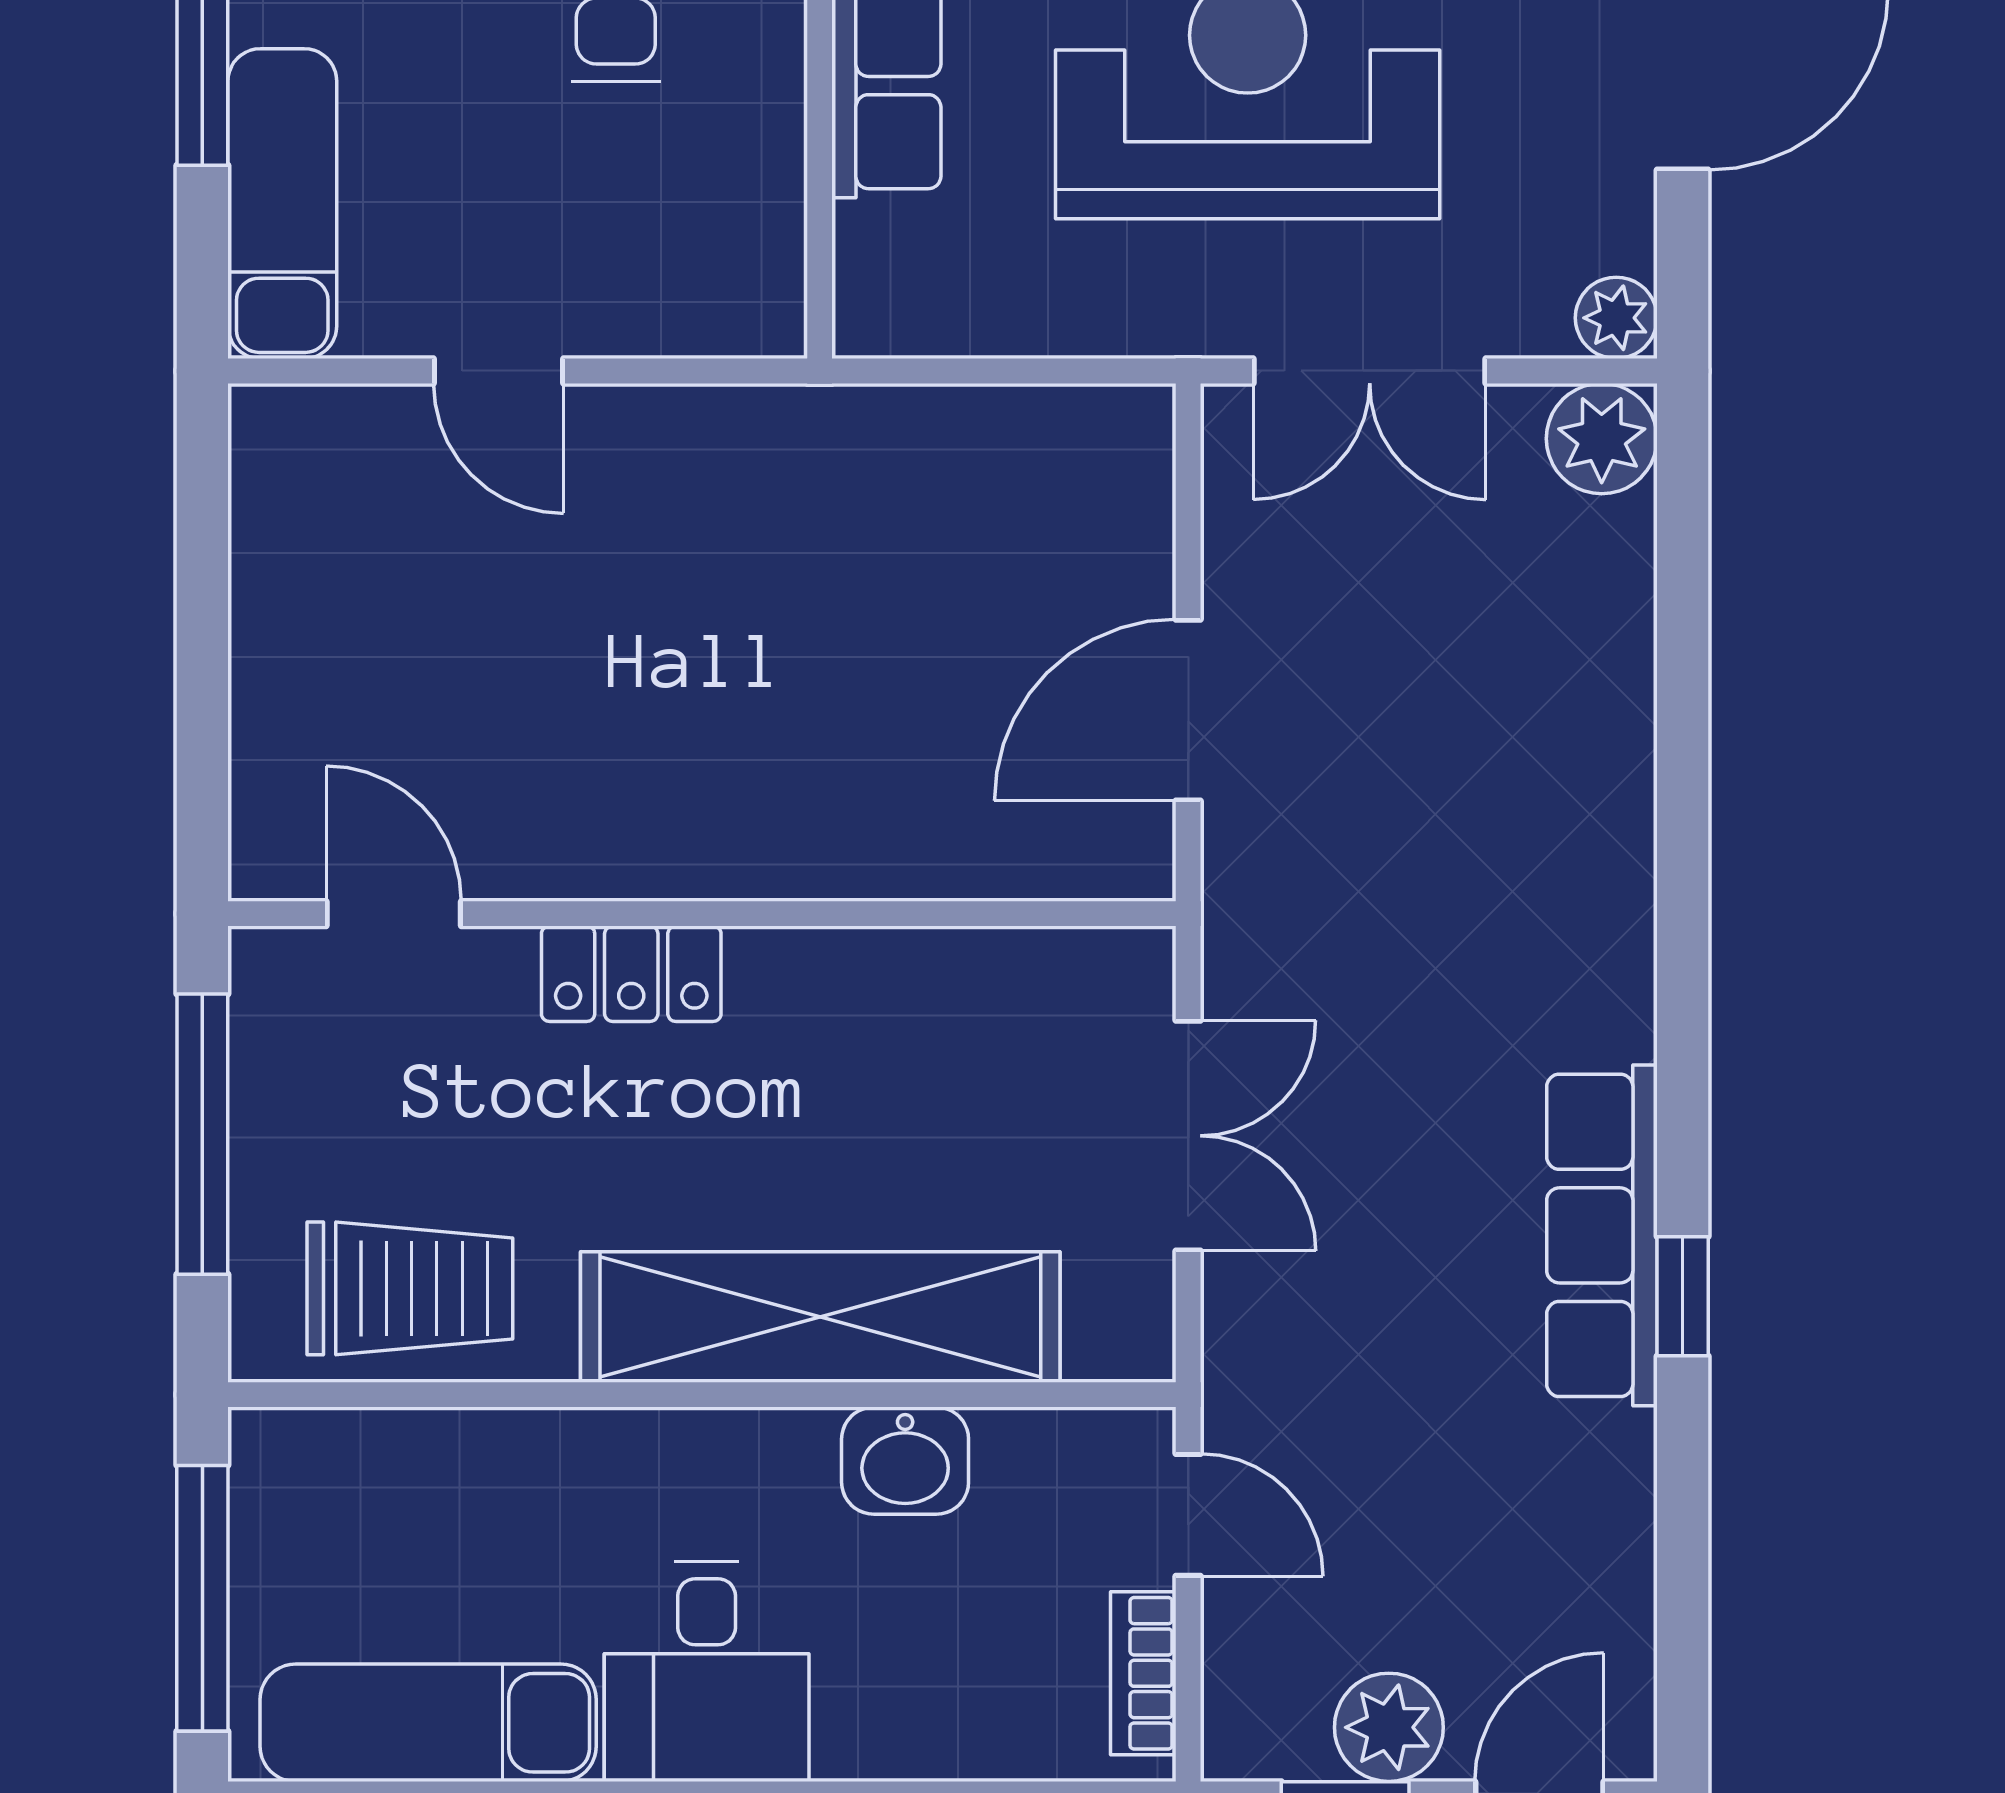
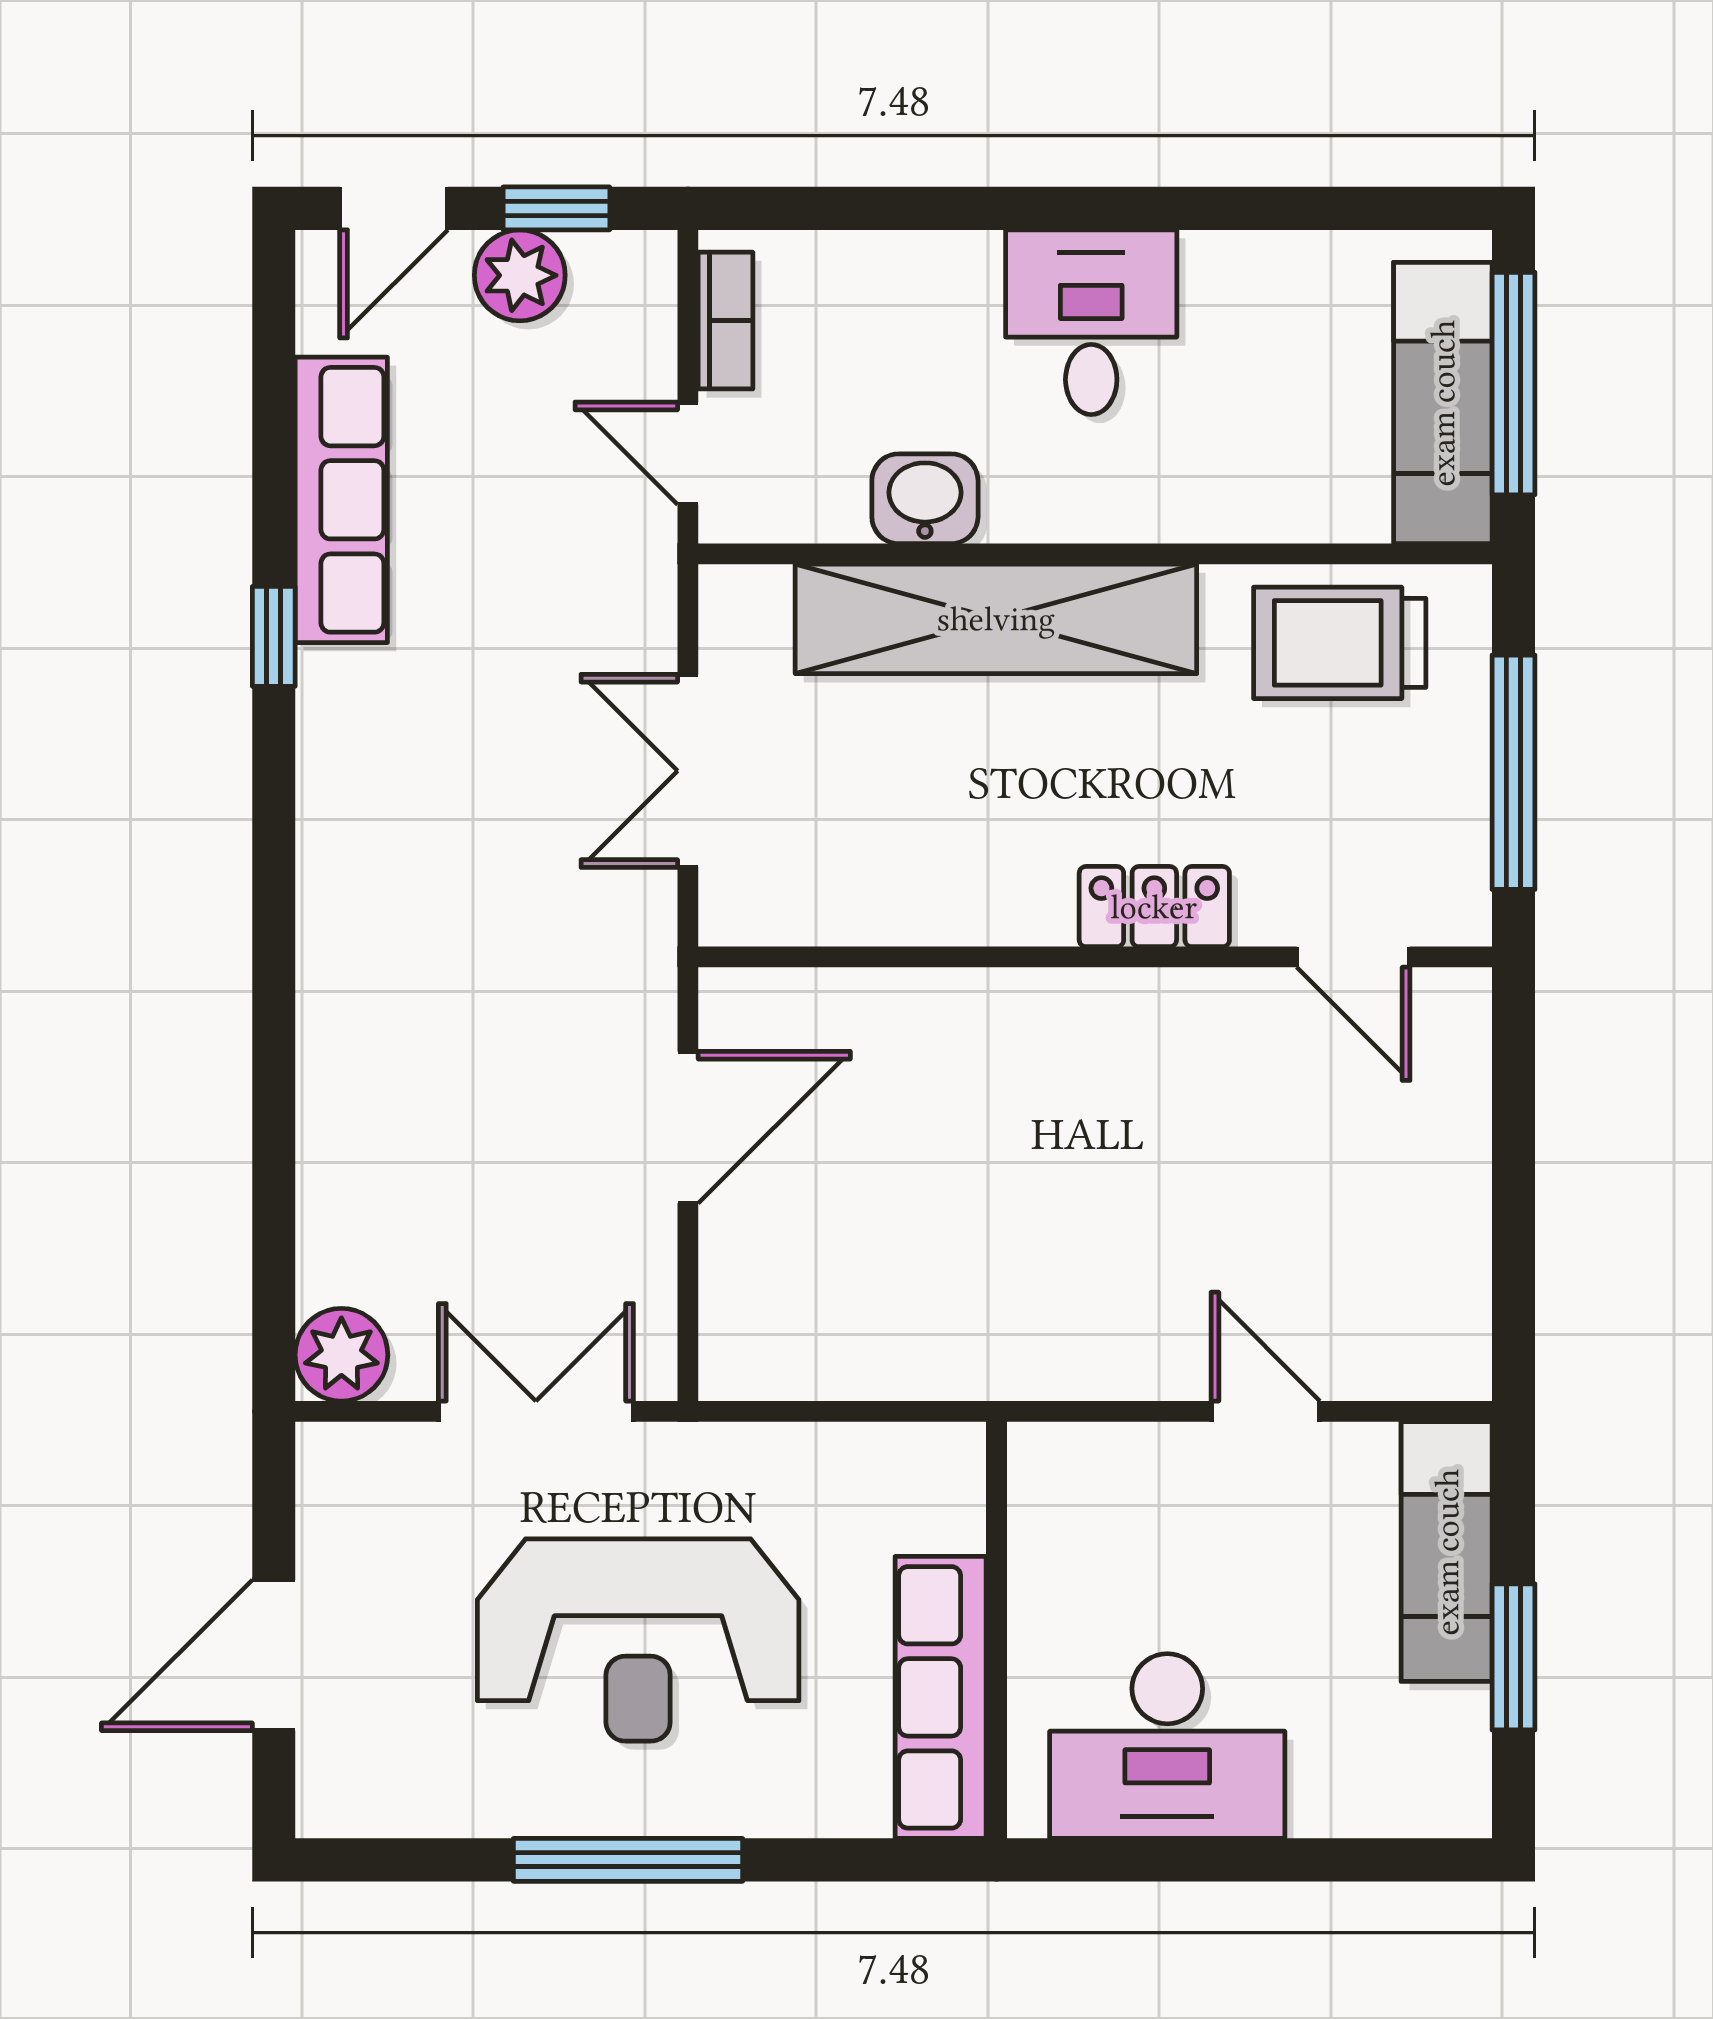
plant: (1616, 318) -> (329, 1456), removed
row of seats: (1602, 1235) -> (341, 500), moved
exam couch: (428, 1723) -> (1443, 403), moved, turned 90

